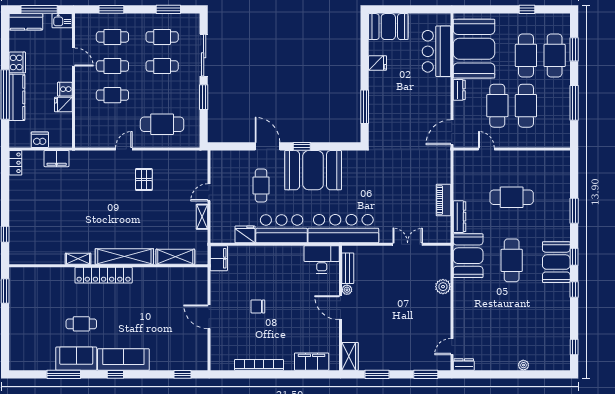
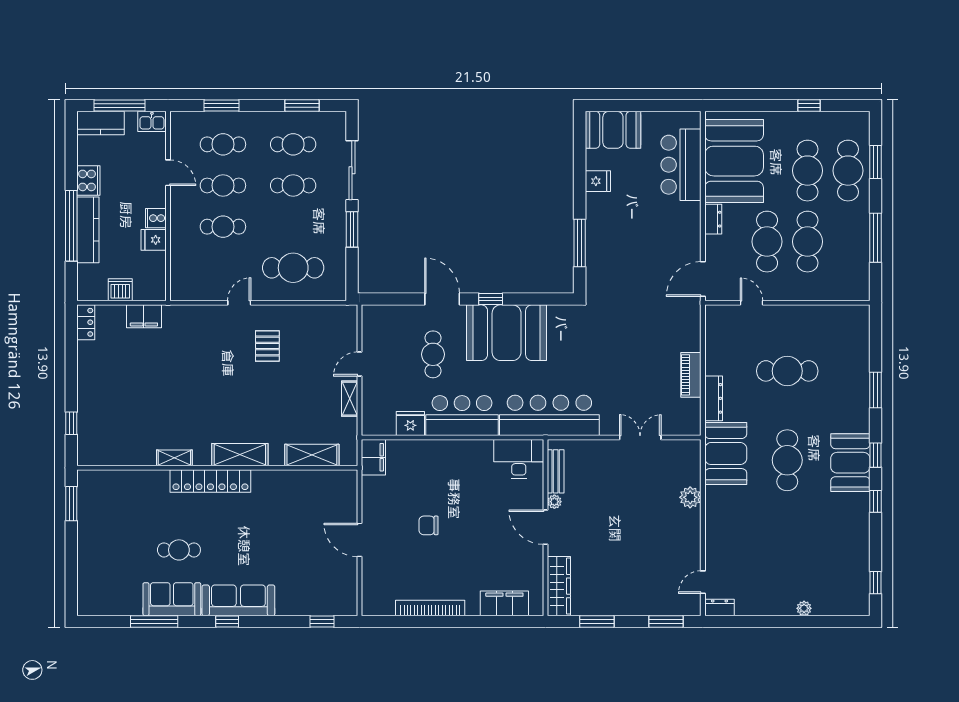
shelving: (124, 256) -> (240, 455), width x0.68
wardrobe: (350, 356) -> (559, 586), width x1.50

